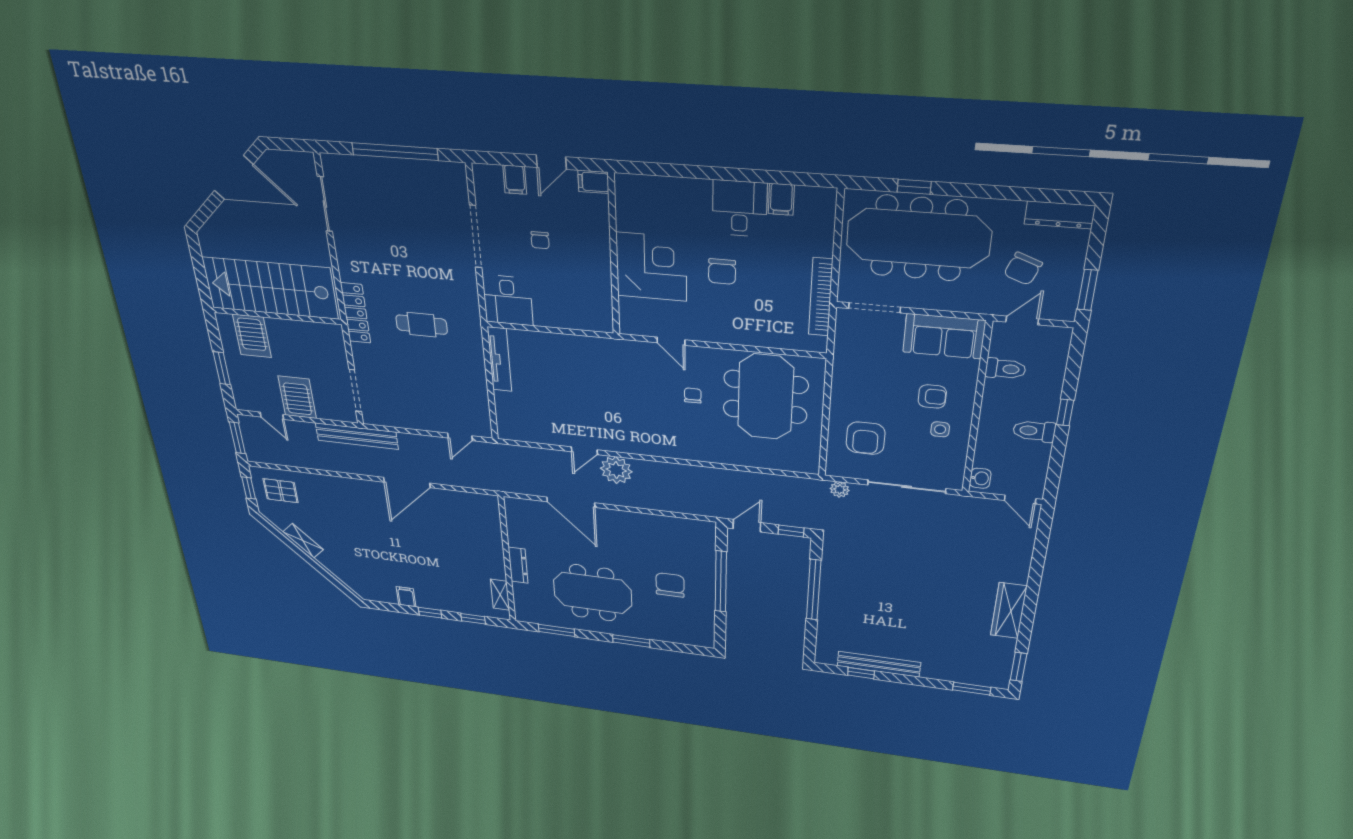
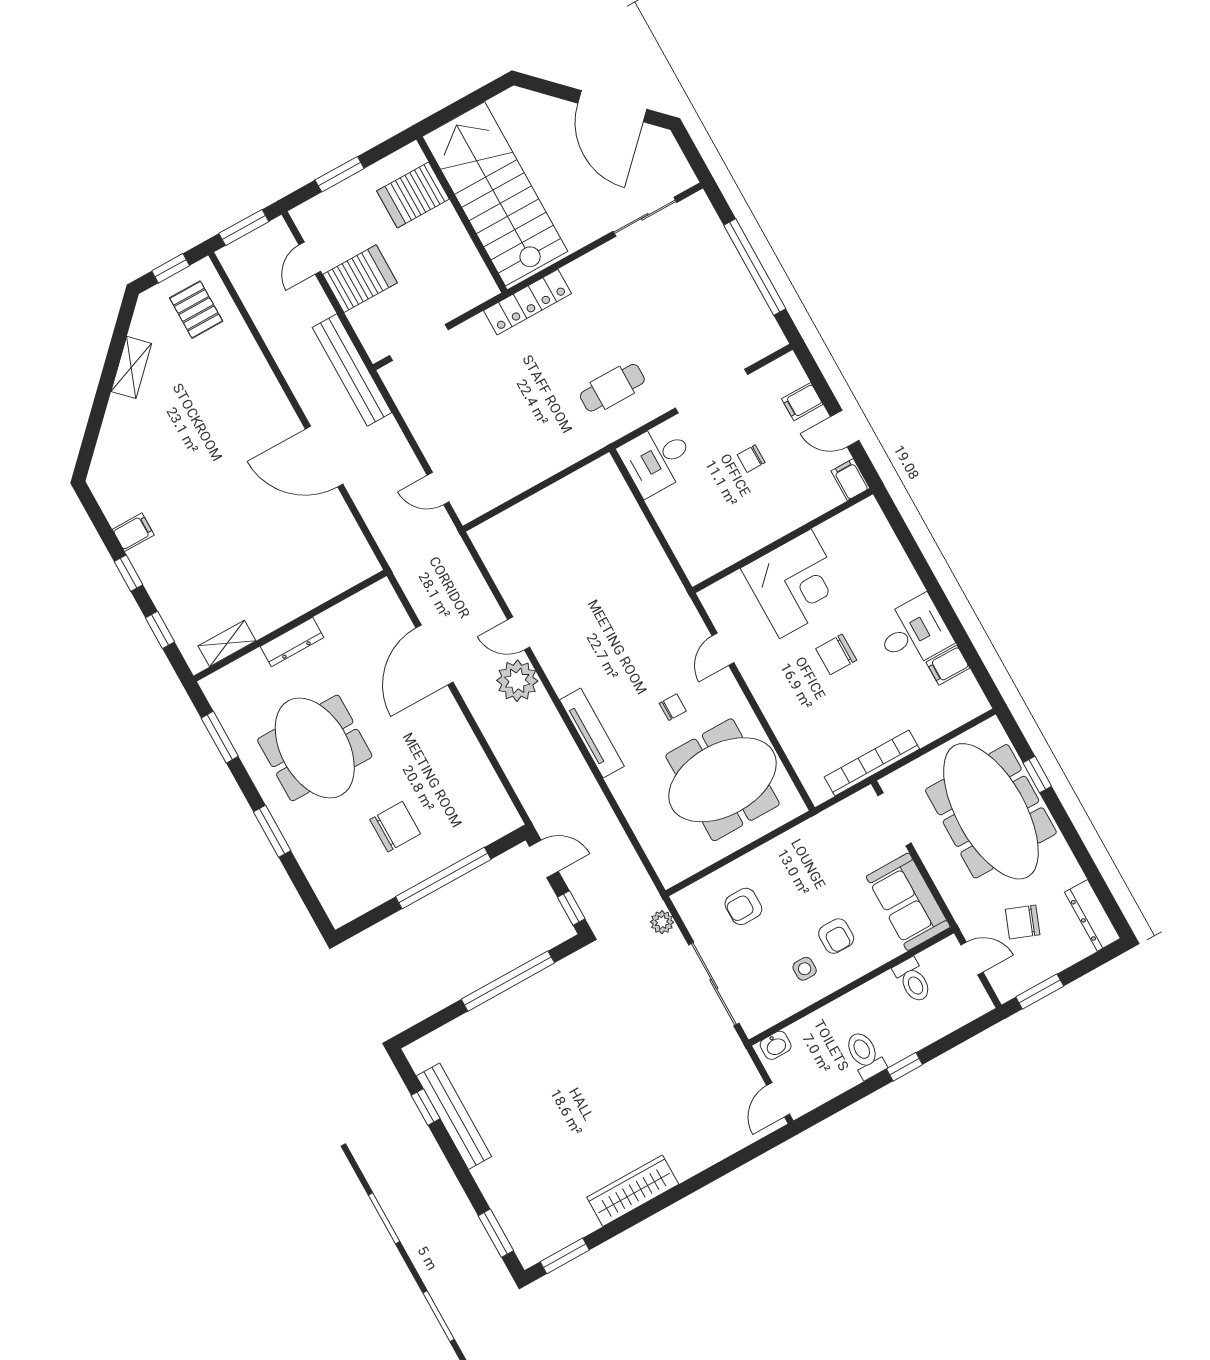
cafe table: (422, 325) -> (612, 388), moved, turned 90
tv unit: (499, 359) -> (592, 733), moved, turned -90
armchair: (866, 438) -> (743, 906), width x0.72, depth x0.72

